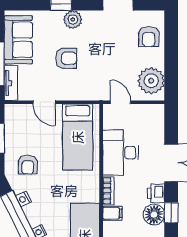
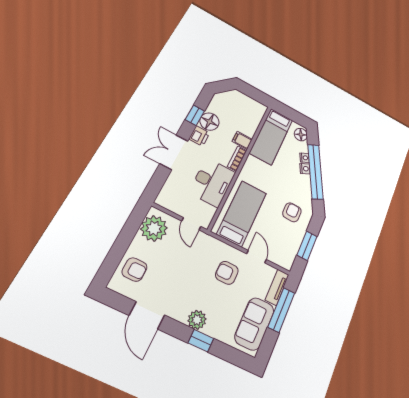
armchair: (149, 37) -> (135, 270), turned 90
armchair: (66, 58) -> (227, 273), moved
nightstand: (23, 199) -> (305, 169), moved

